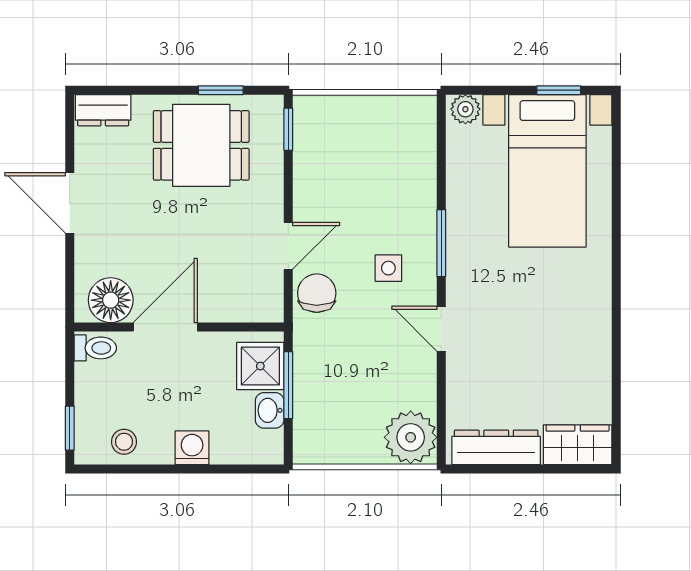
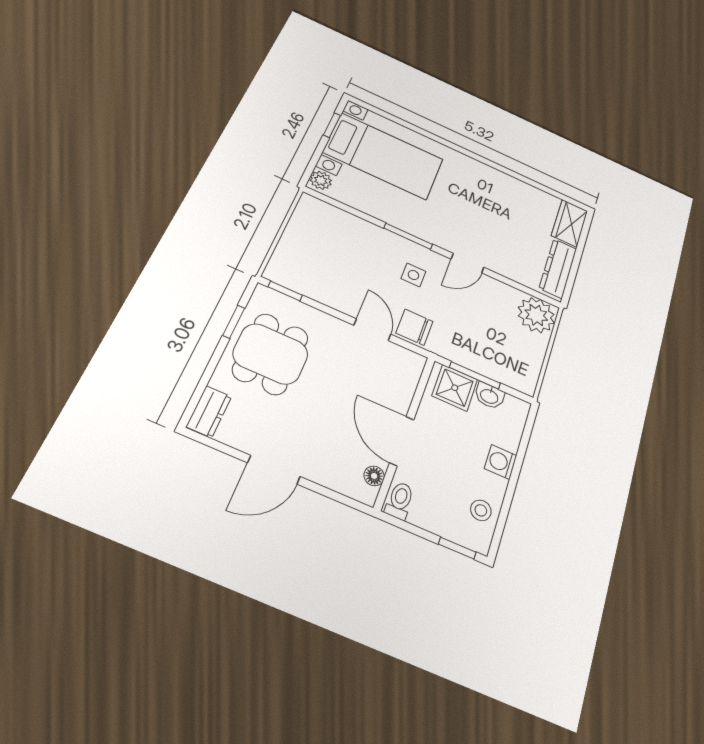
floor lamp: (111, 300) -> (374, 476), width x0.53, depth x0.53

